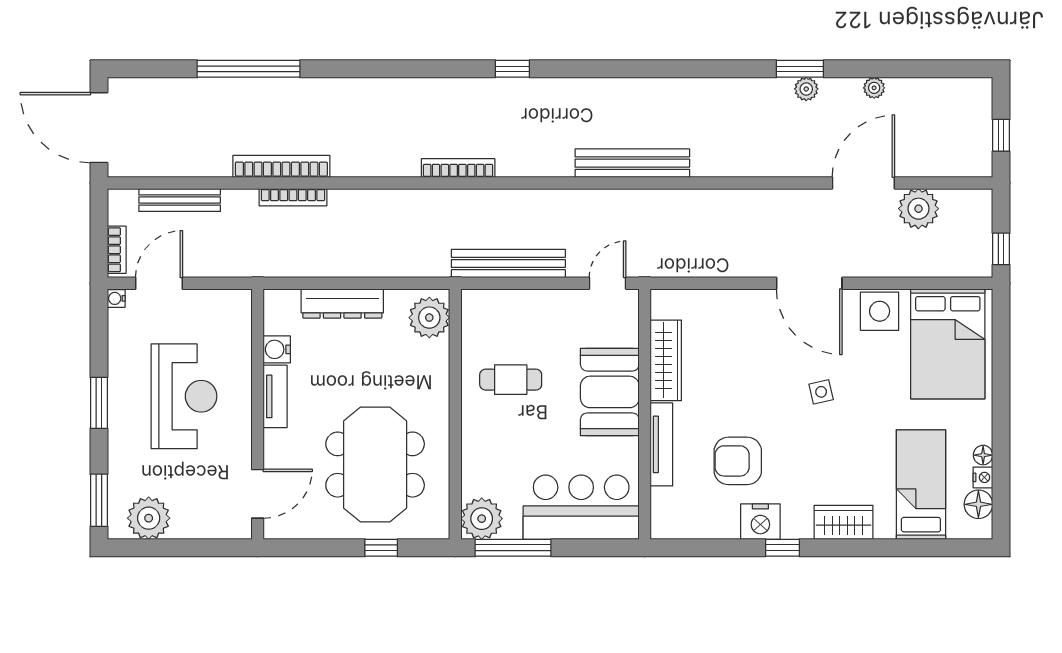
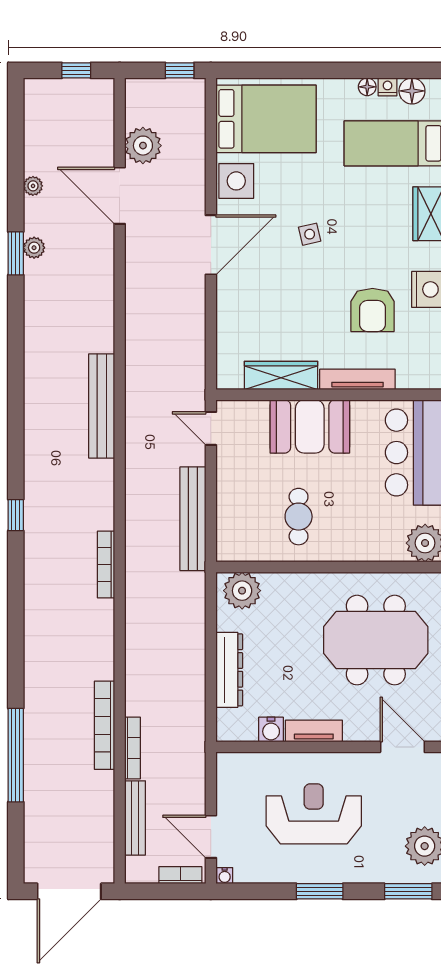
bookcase: (293, 197) -> (133, 748), moved

